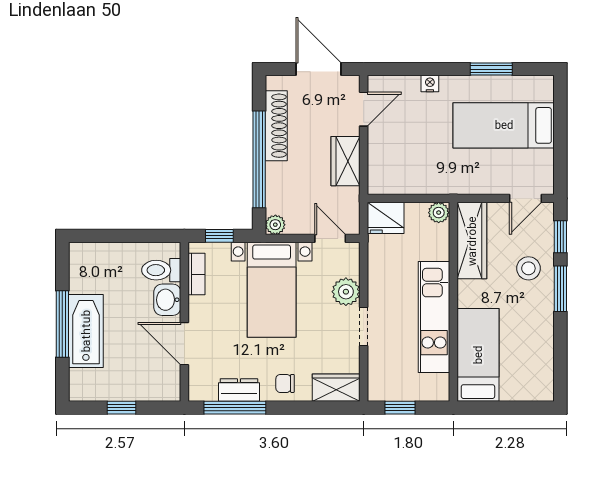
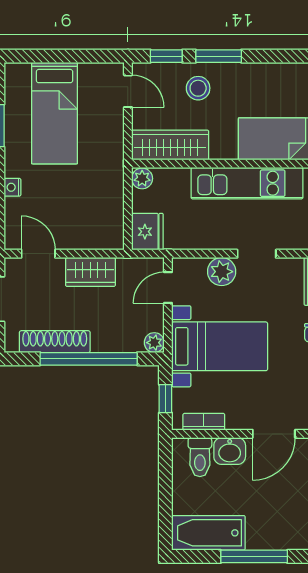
bathtub: (86, 331) -> (208, 533), moved

